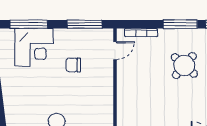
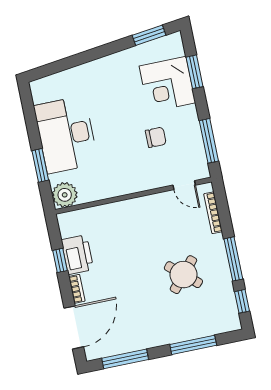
window: (29, 24) -> (195, 72), width x0.69
chair: (73, 65) -> (156, 137), turned 90

